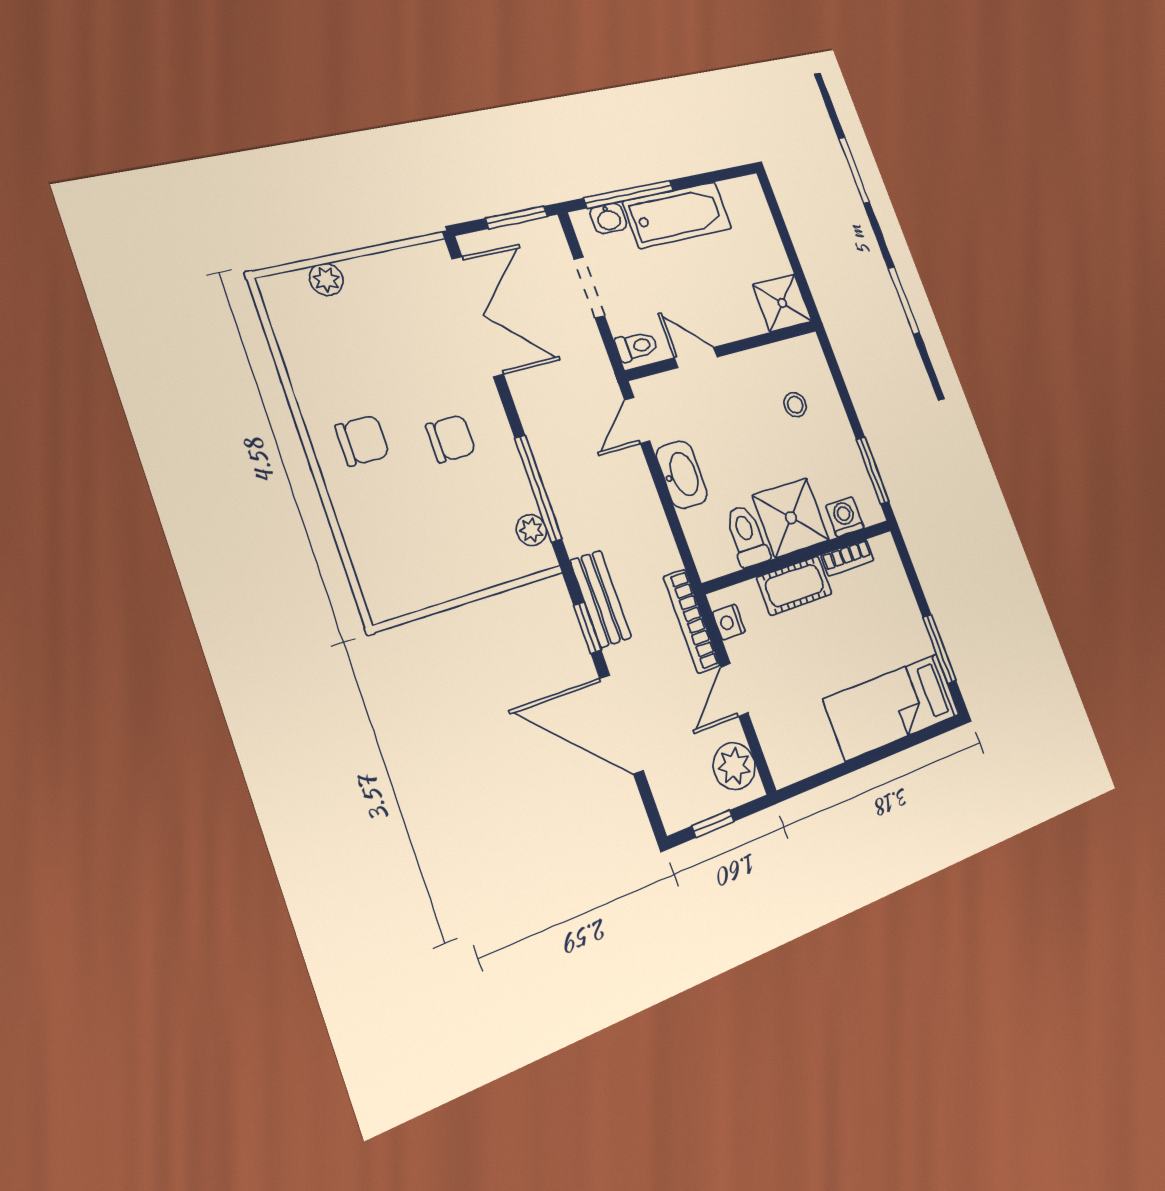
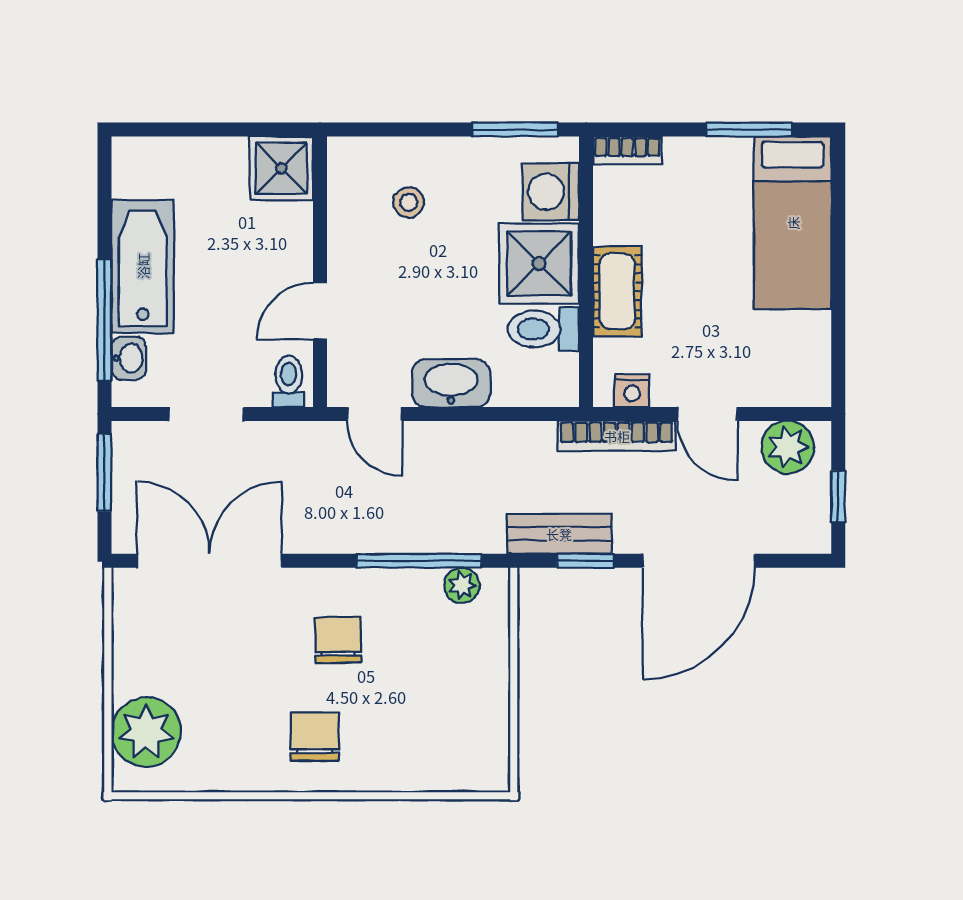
plant: (326, 279) -> (146, 732), width x1.88, depth x1.88
washing machine: (845, 517) -> (551, 192), width x1.38, depth x1.38
bookcase: (847, 558) -> (627, 150), moved, turned 90

